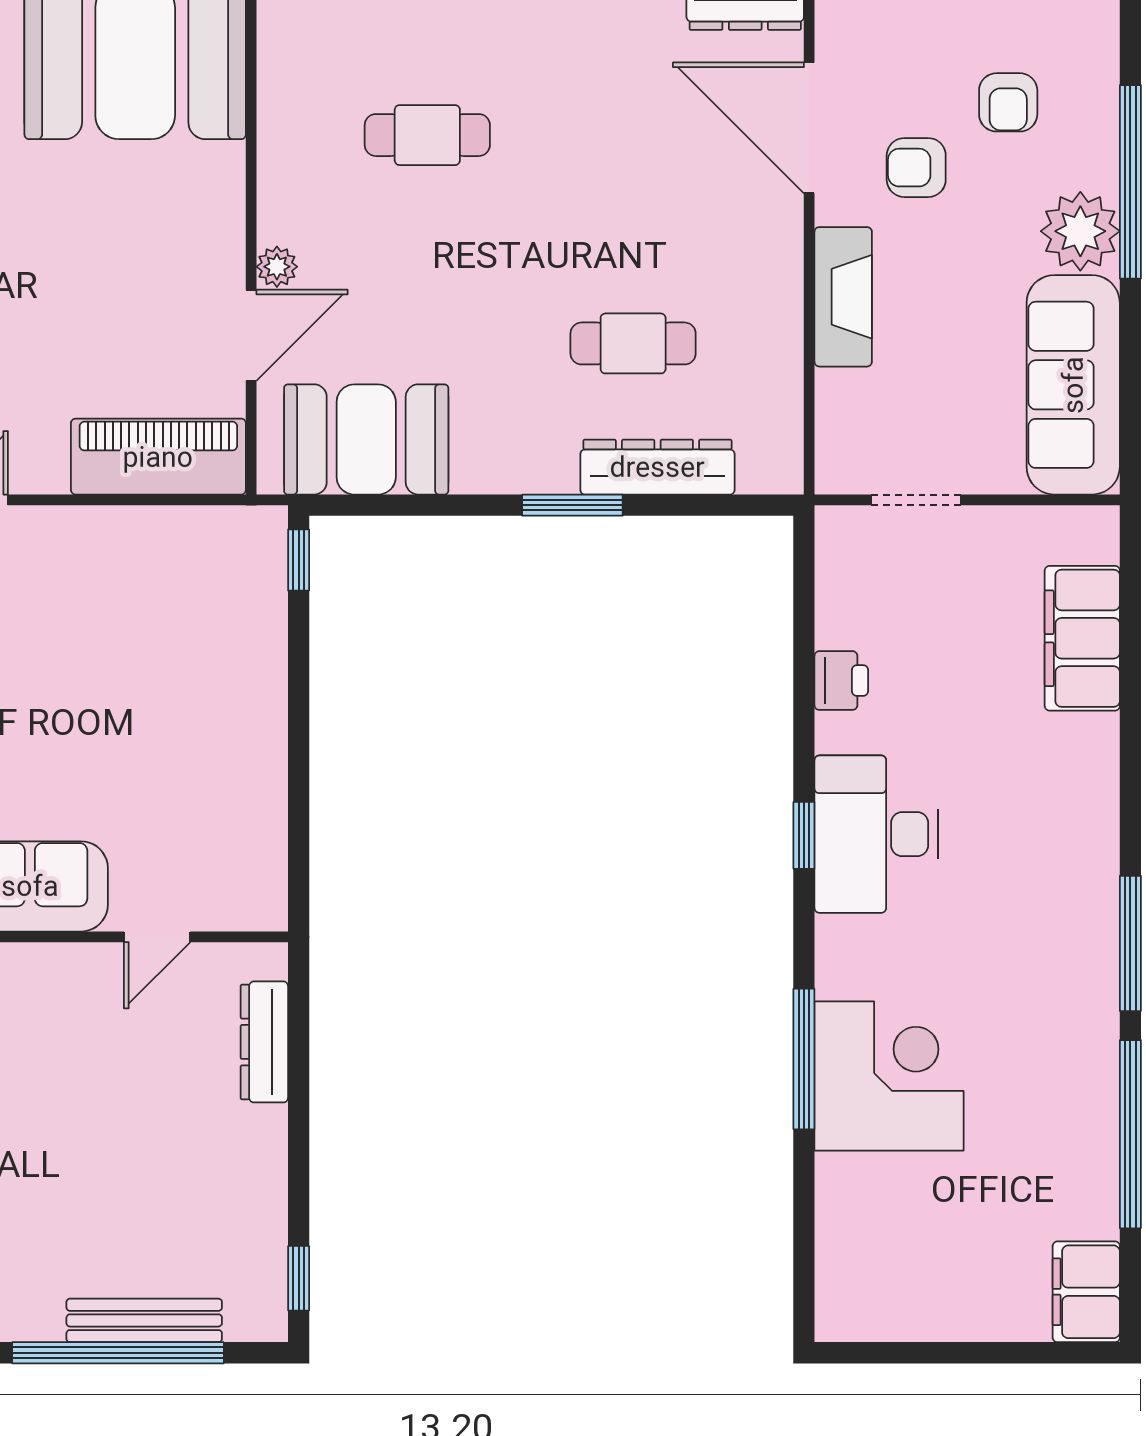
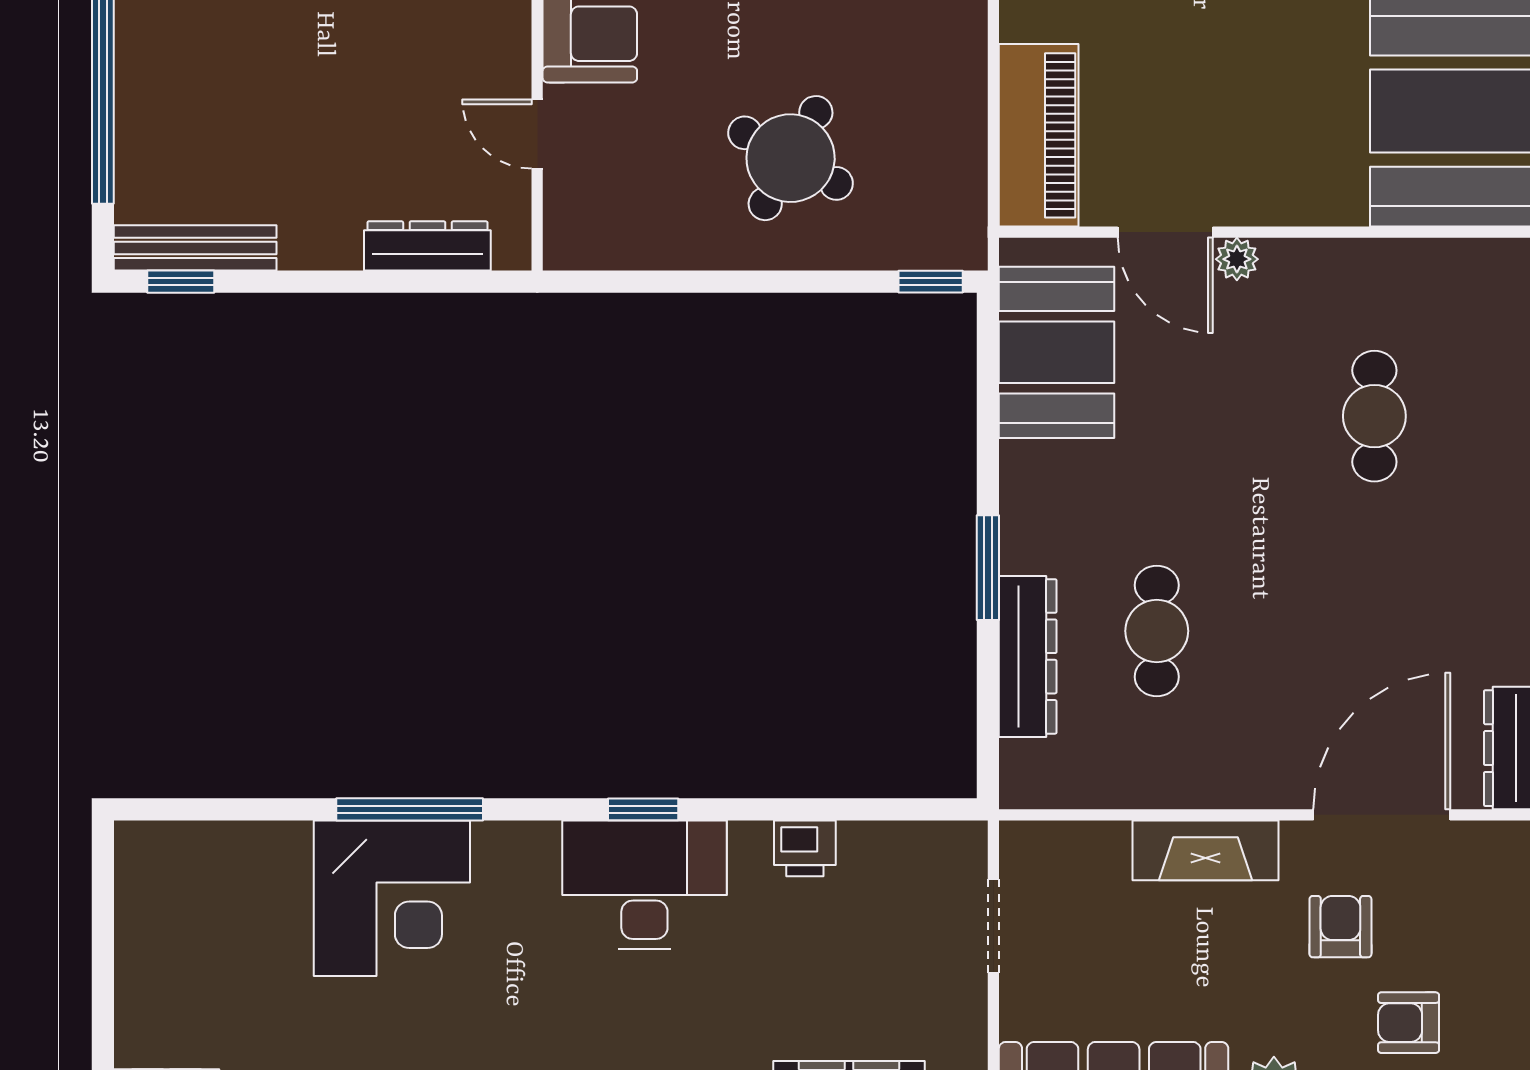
round table: (180, 694) -> (791, 158), added
bench: (144, 1320) -> (195, 248), moved, turned 90

